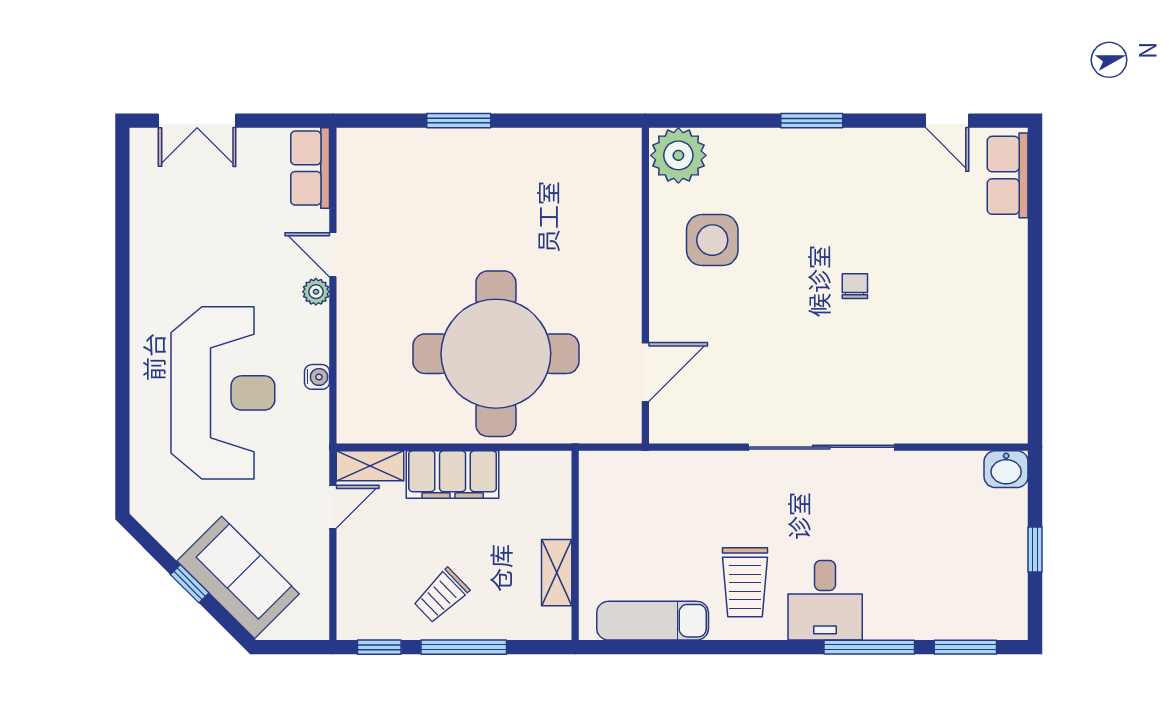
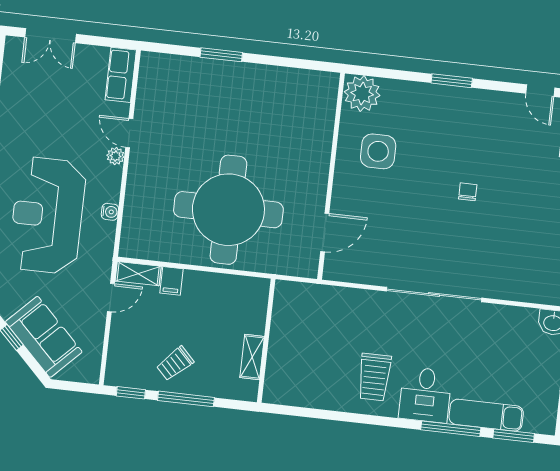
reception desk: (223, 393) -> (47, 215), turned 180
filing cabinet: (453, 475) -> (171, 281), width x0.33, depth x0.86
exam couch: (653, 621) -> (486, 415), moved

